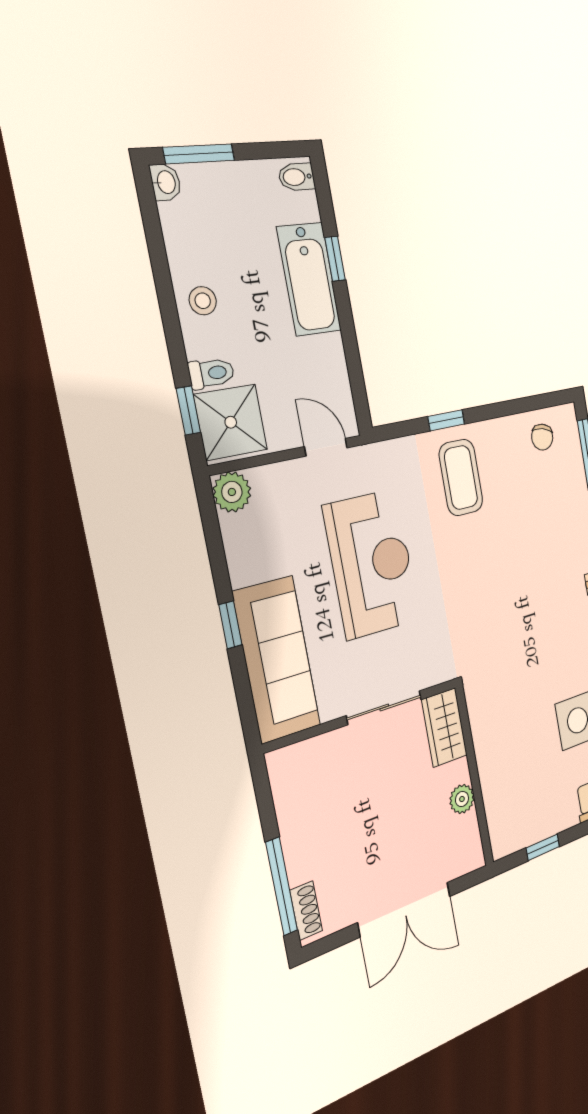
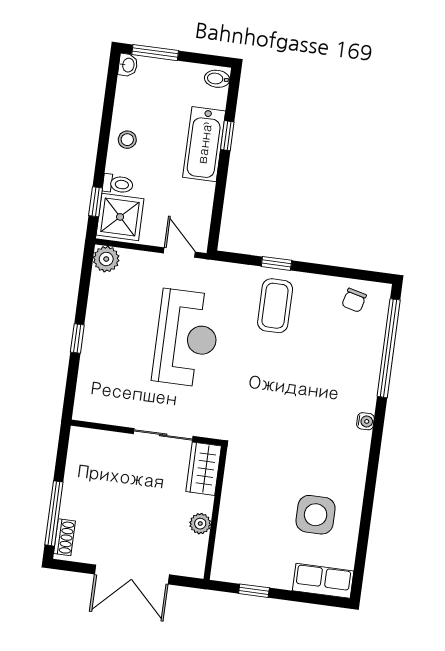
sofa: (277, 659) -> (100, 372), removed

